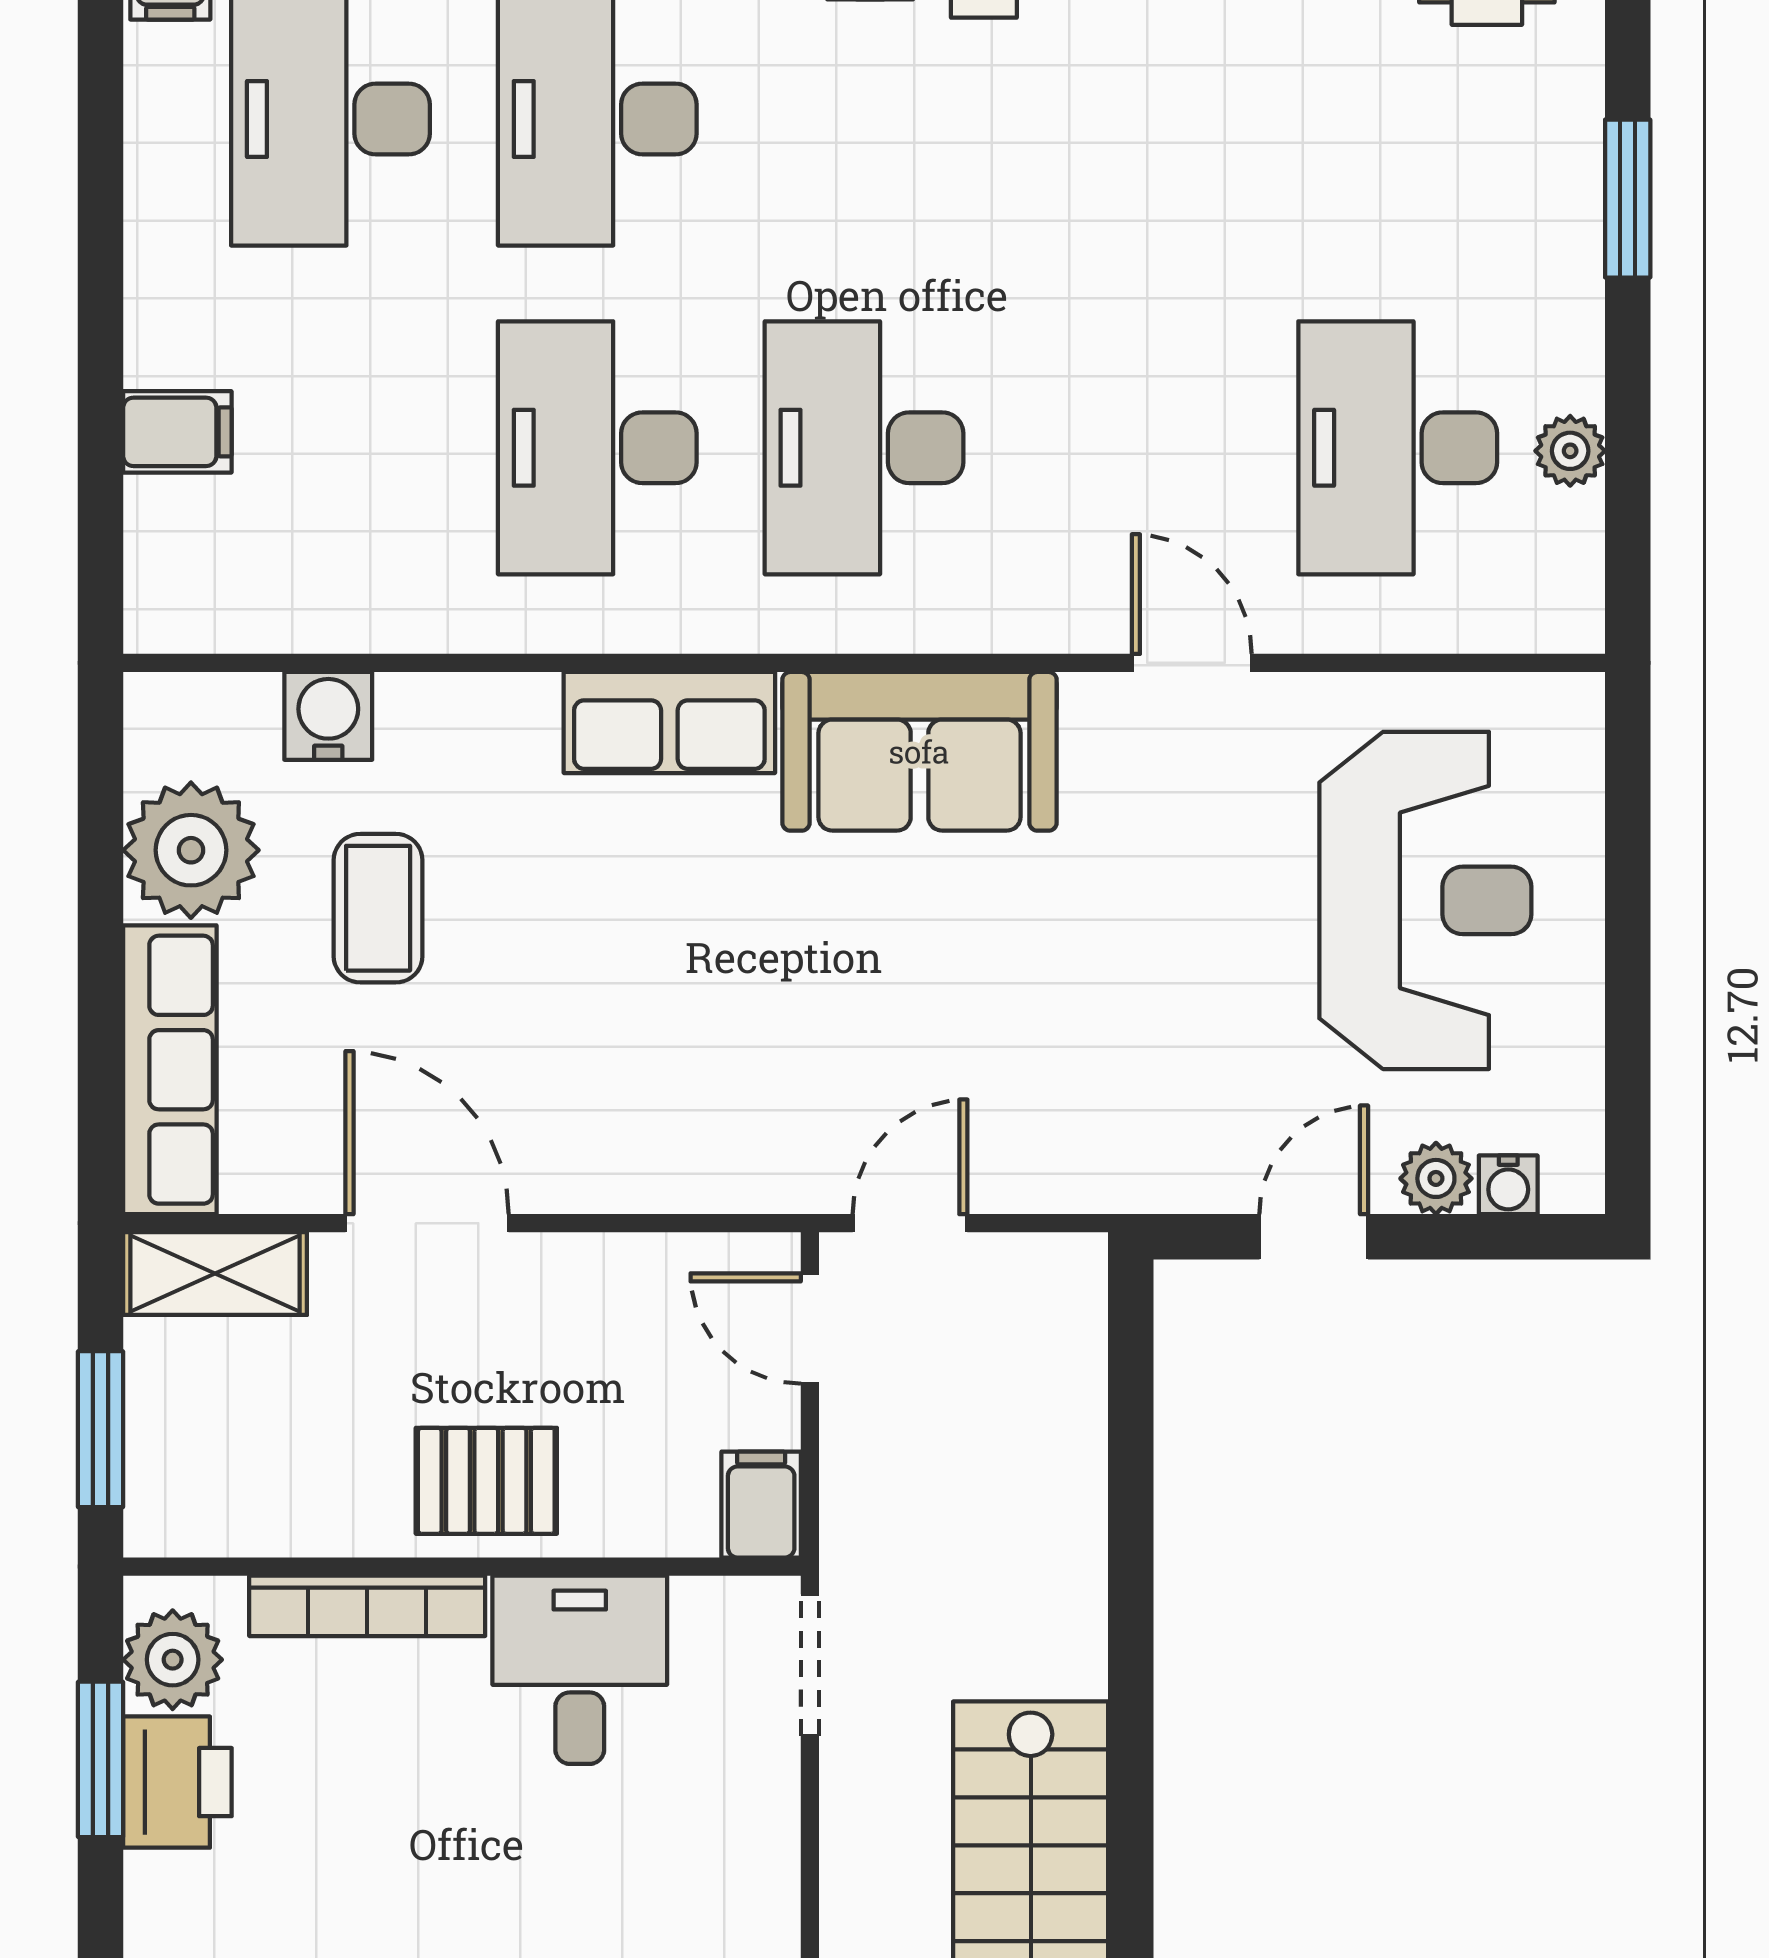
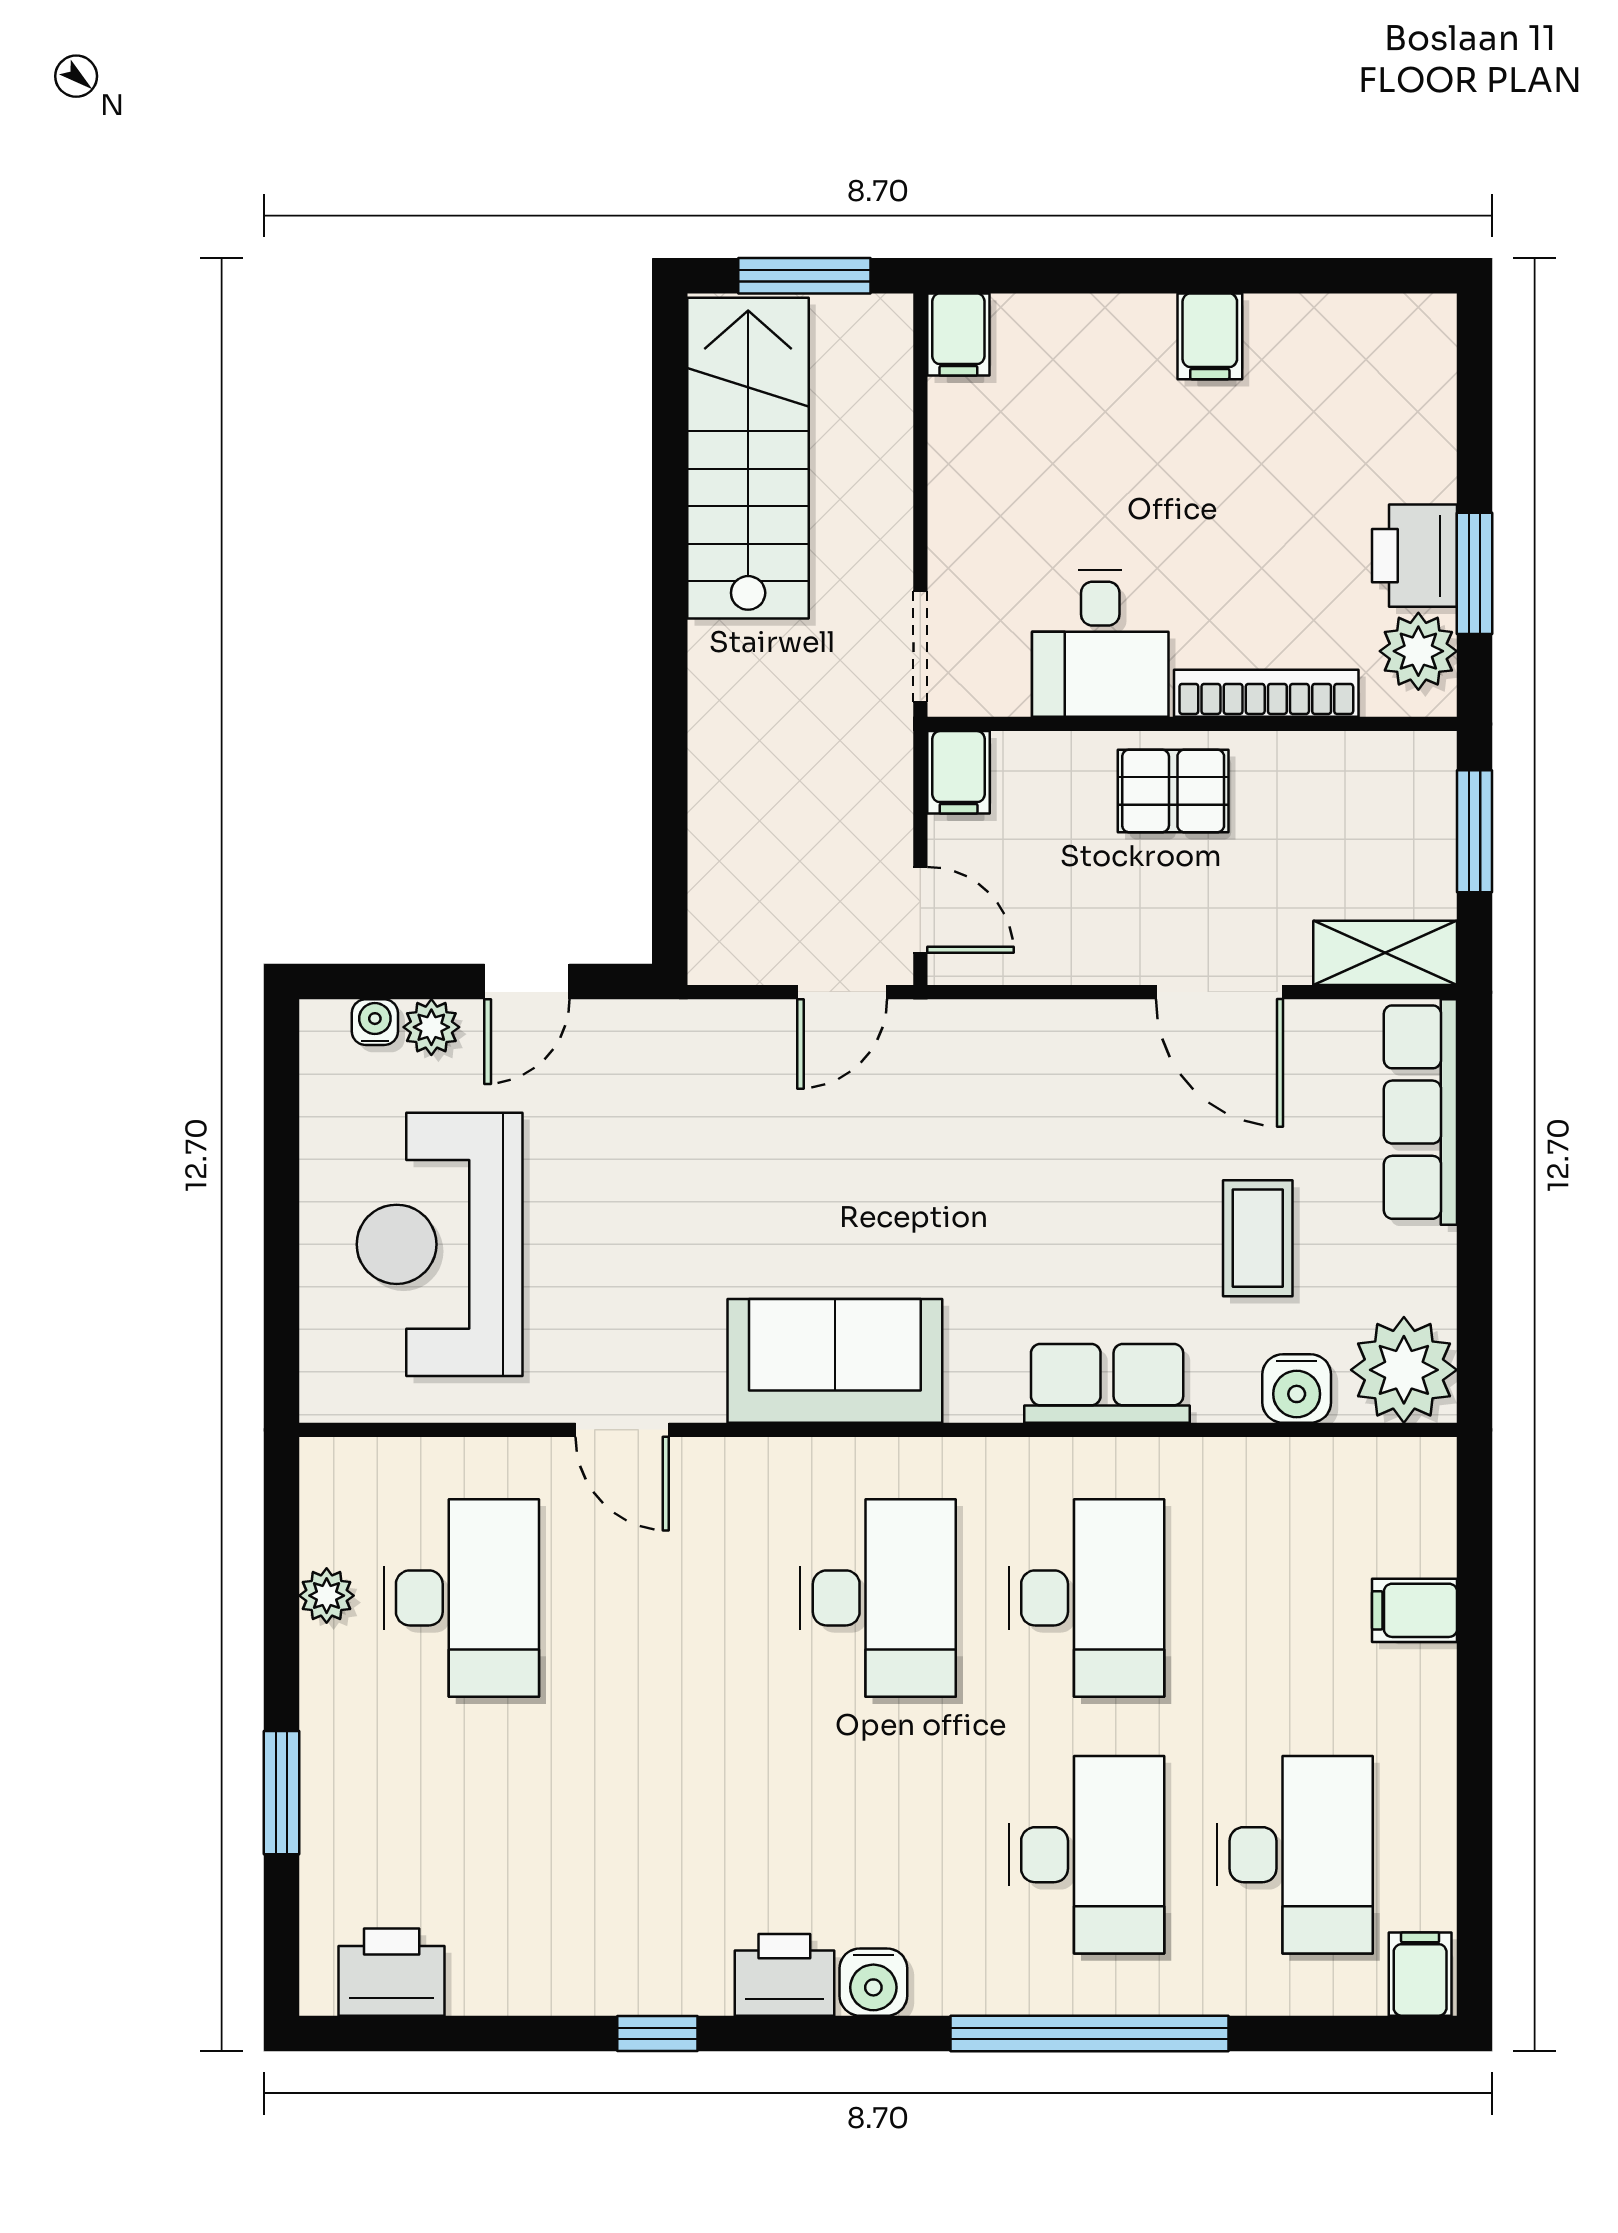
row of seats: (669, 722) -> (1107, 1383), moved
plant: (191, 850) -> (1404, 1370), moved

